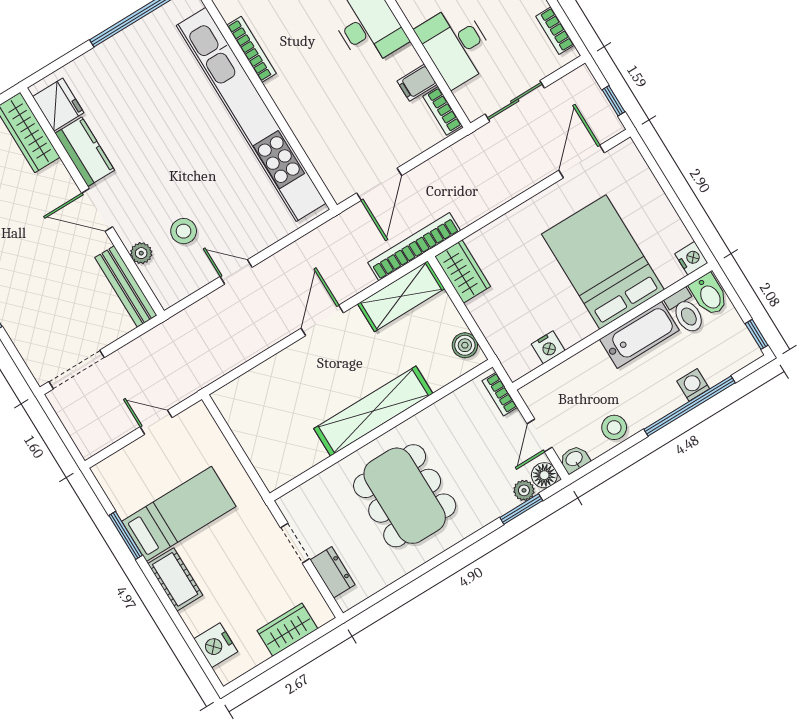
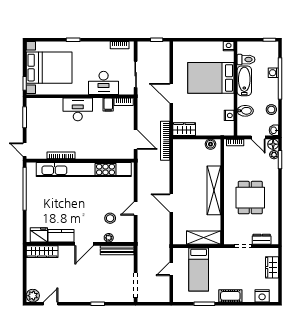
door: (582, 162) -> (171, 93), moved
bidet: (709, 295) -> (245, 111), moved
shelving: (401, 296) -> (204, 238), moved, turned 90
door: (322, 320) -> (171, 203), moved
dining table: (405, 496) -> (250, 198), width x0.73
bed: (179, 514) -> (199, 269), moved, turned 180

